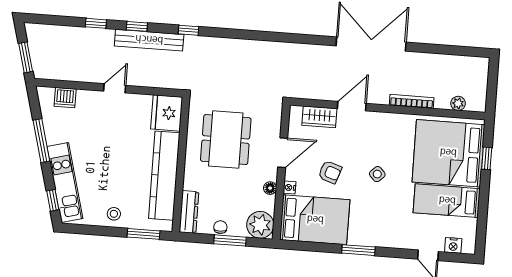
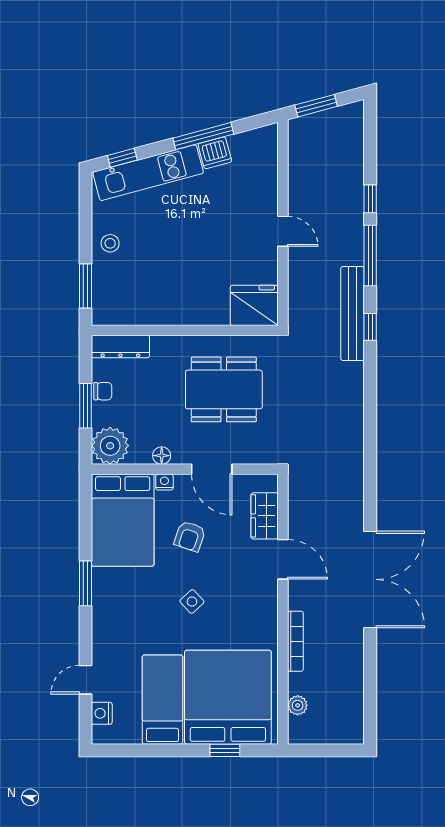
window: (137, 26) -> (370, 256), width x2.17
bench: (149, 40) -> (353, 314), moved
dishwasher: (65, 98) -> (215, 153), moved, turned -105
kitchen counter: (164, 176) -> (168, 309), removed

